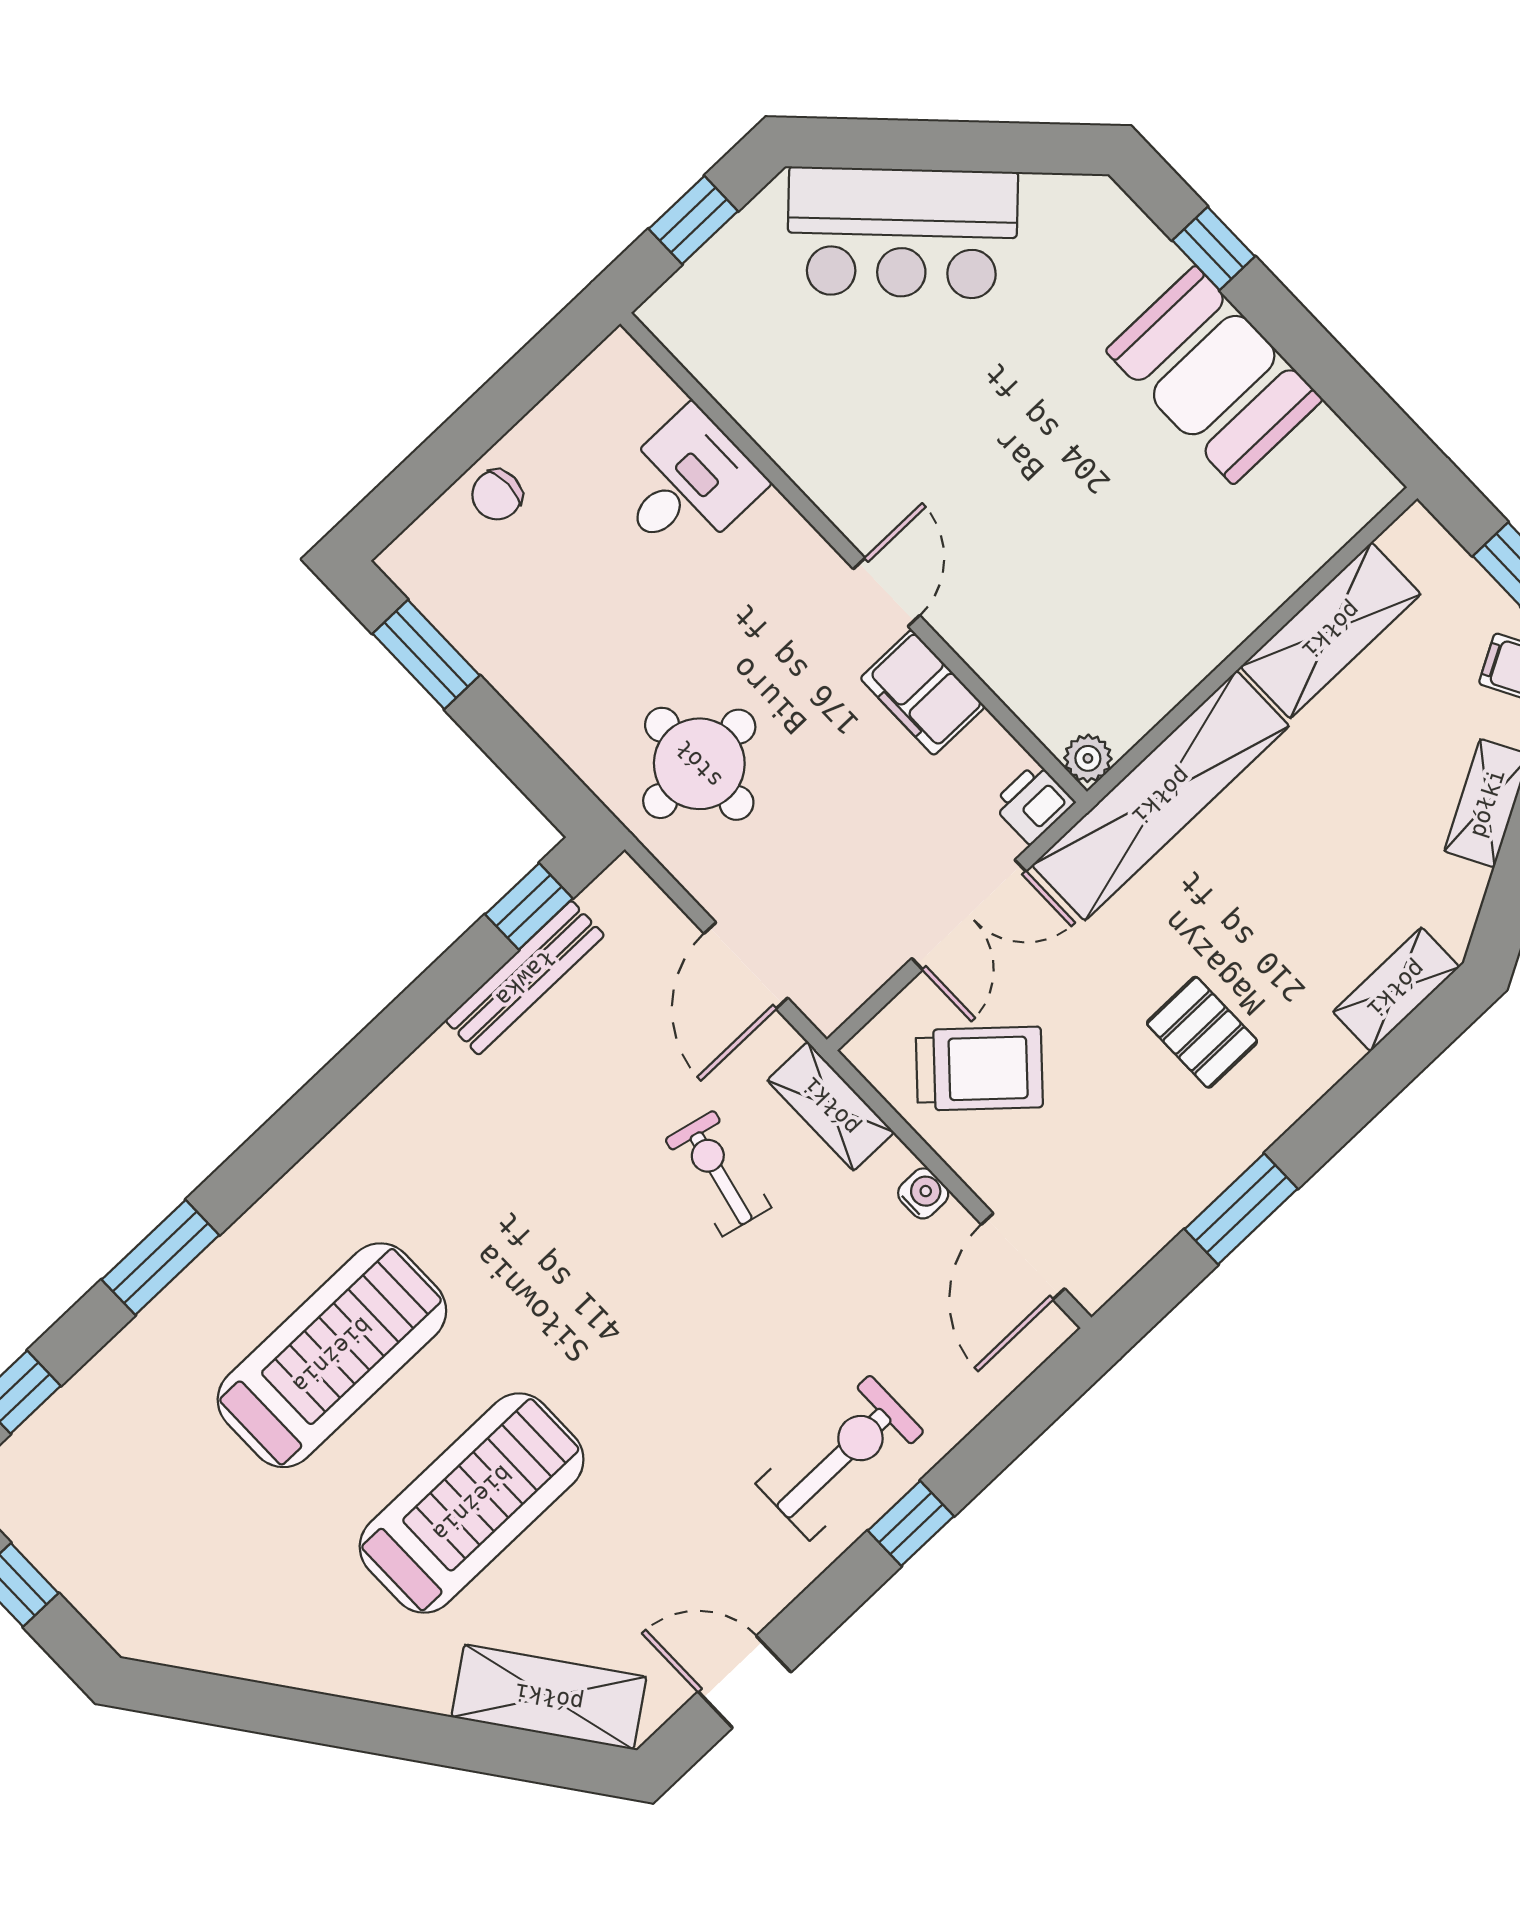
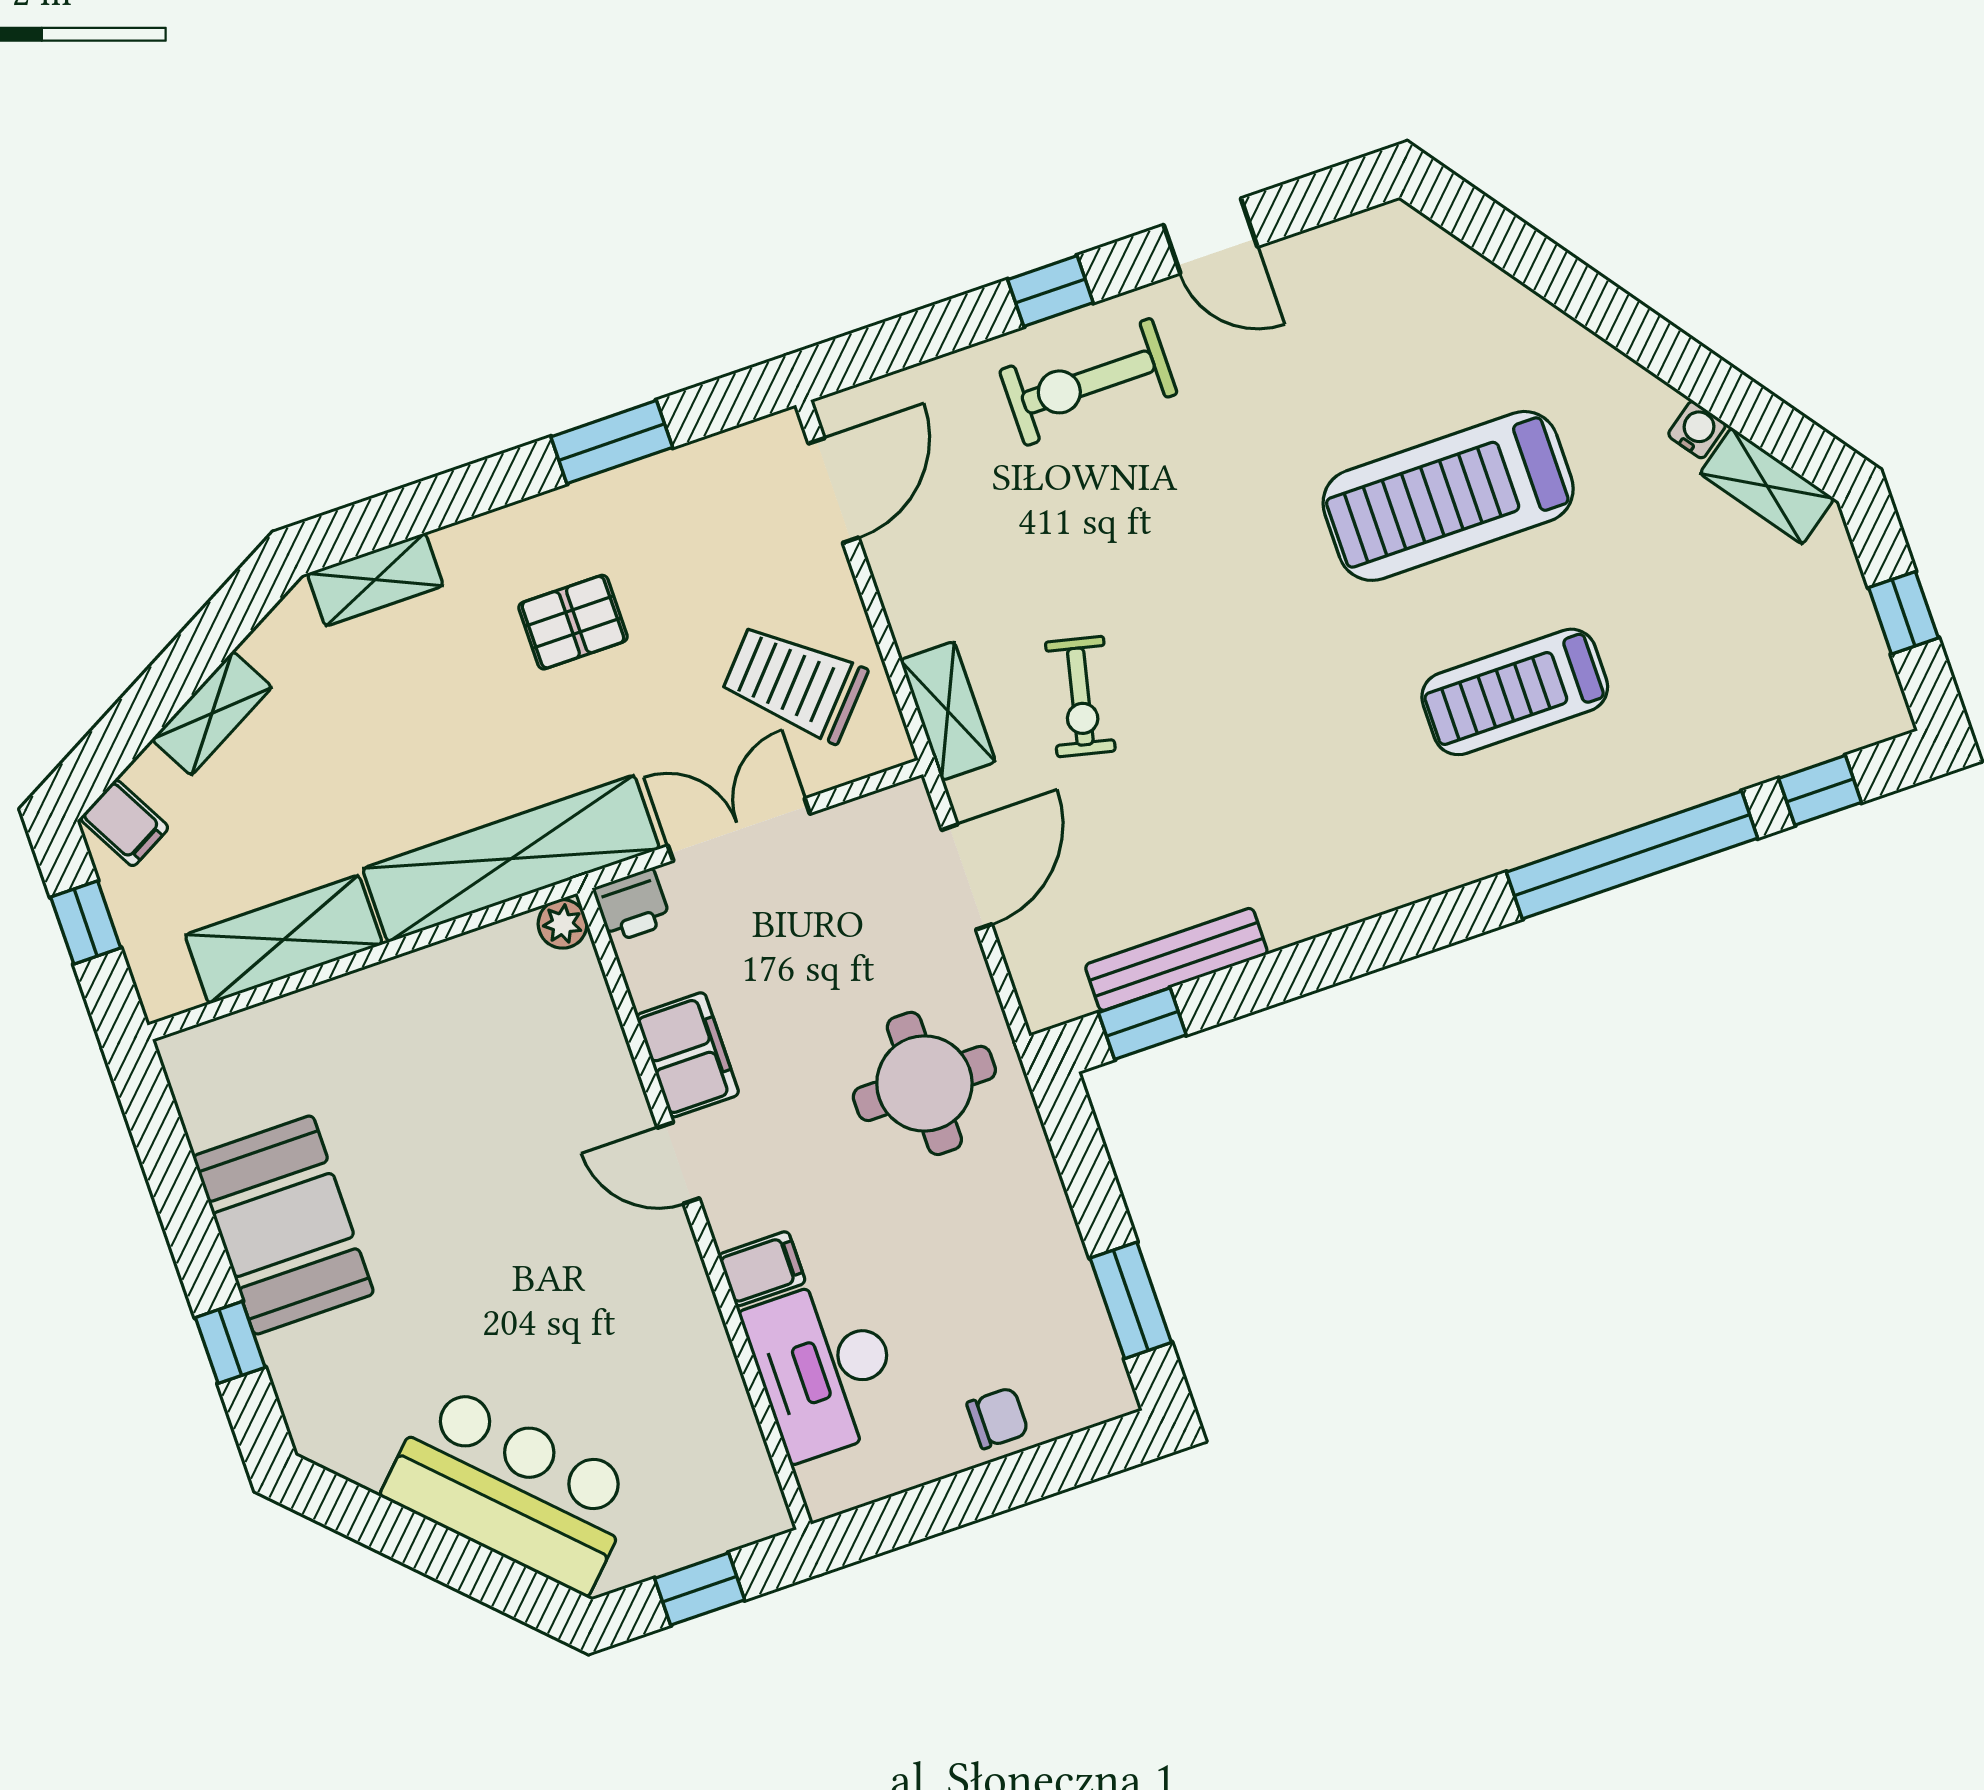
desk: (687, 484) -> (825, 1368), width x1.37
filing cabinet: (769, 532) -> (762, 1269), added
door: (887, 592) -> (678, 1163), hinge flipped
pallet: (1202, 1032) -> (573, 622), turned 90
water cooler: (923, 1193) -> (1697, 430), moved, turned 144
window: (160, 1257) -> (1632, 855), width x2.11
treadmill: (332, 1355) -> (1515, 692), width x0.73, depth x0.73
door: (744, 1682) -> (1211, 236), moved
shelving: (549, 1697) -> (1767, 486), moved, width x0.67, depth x0.75

